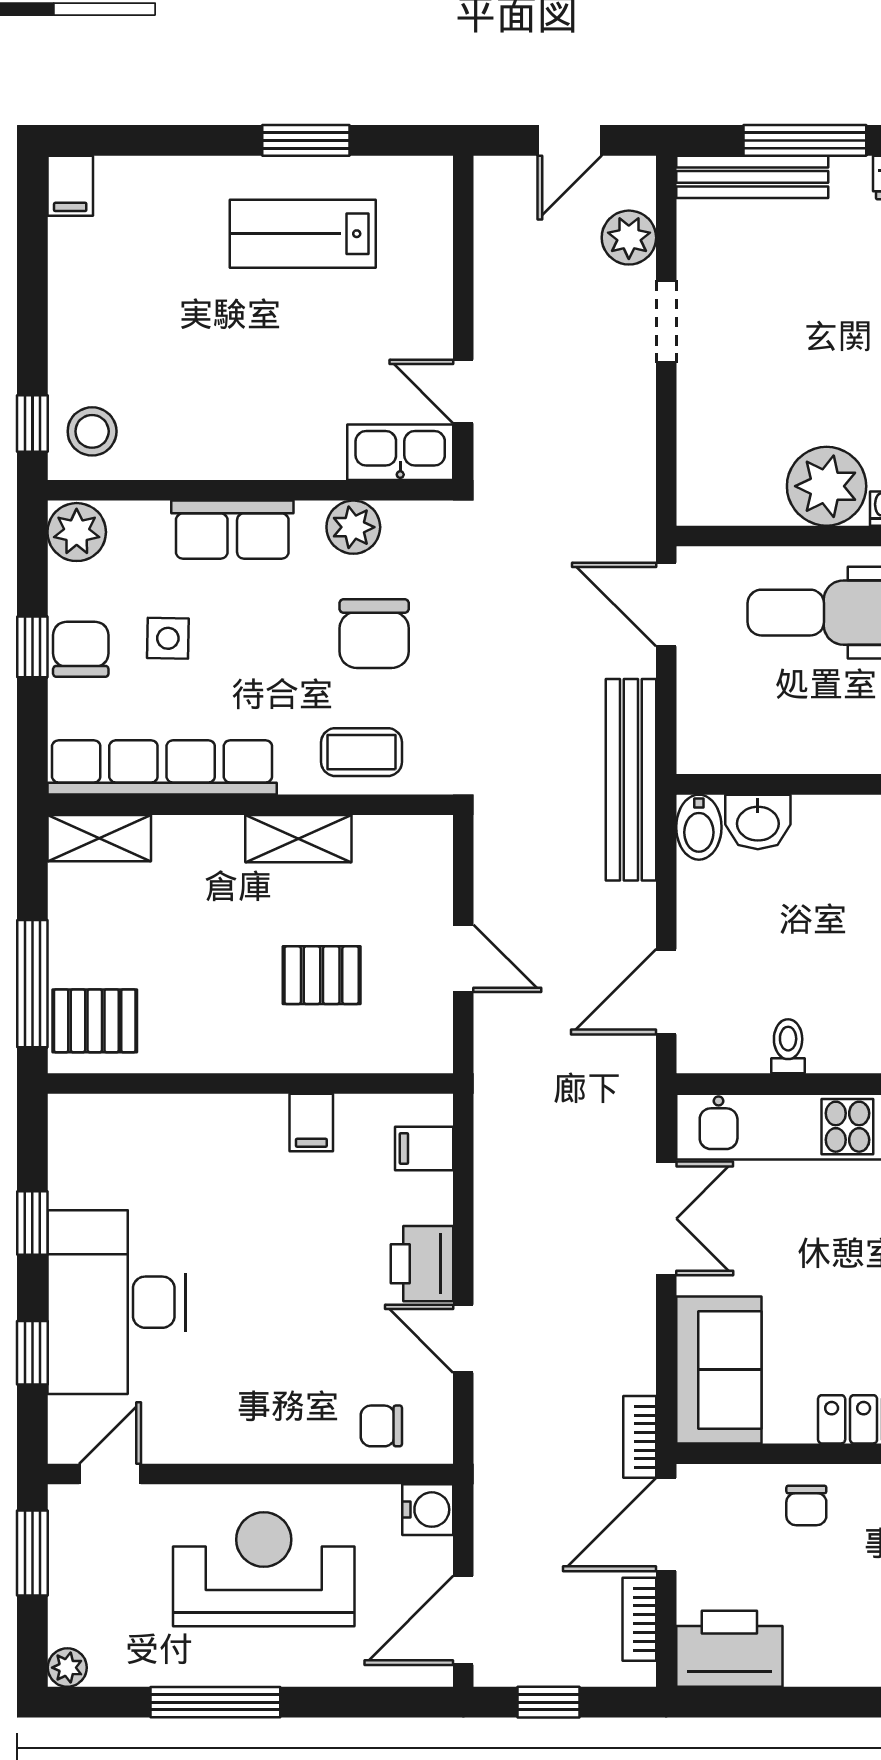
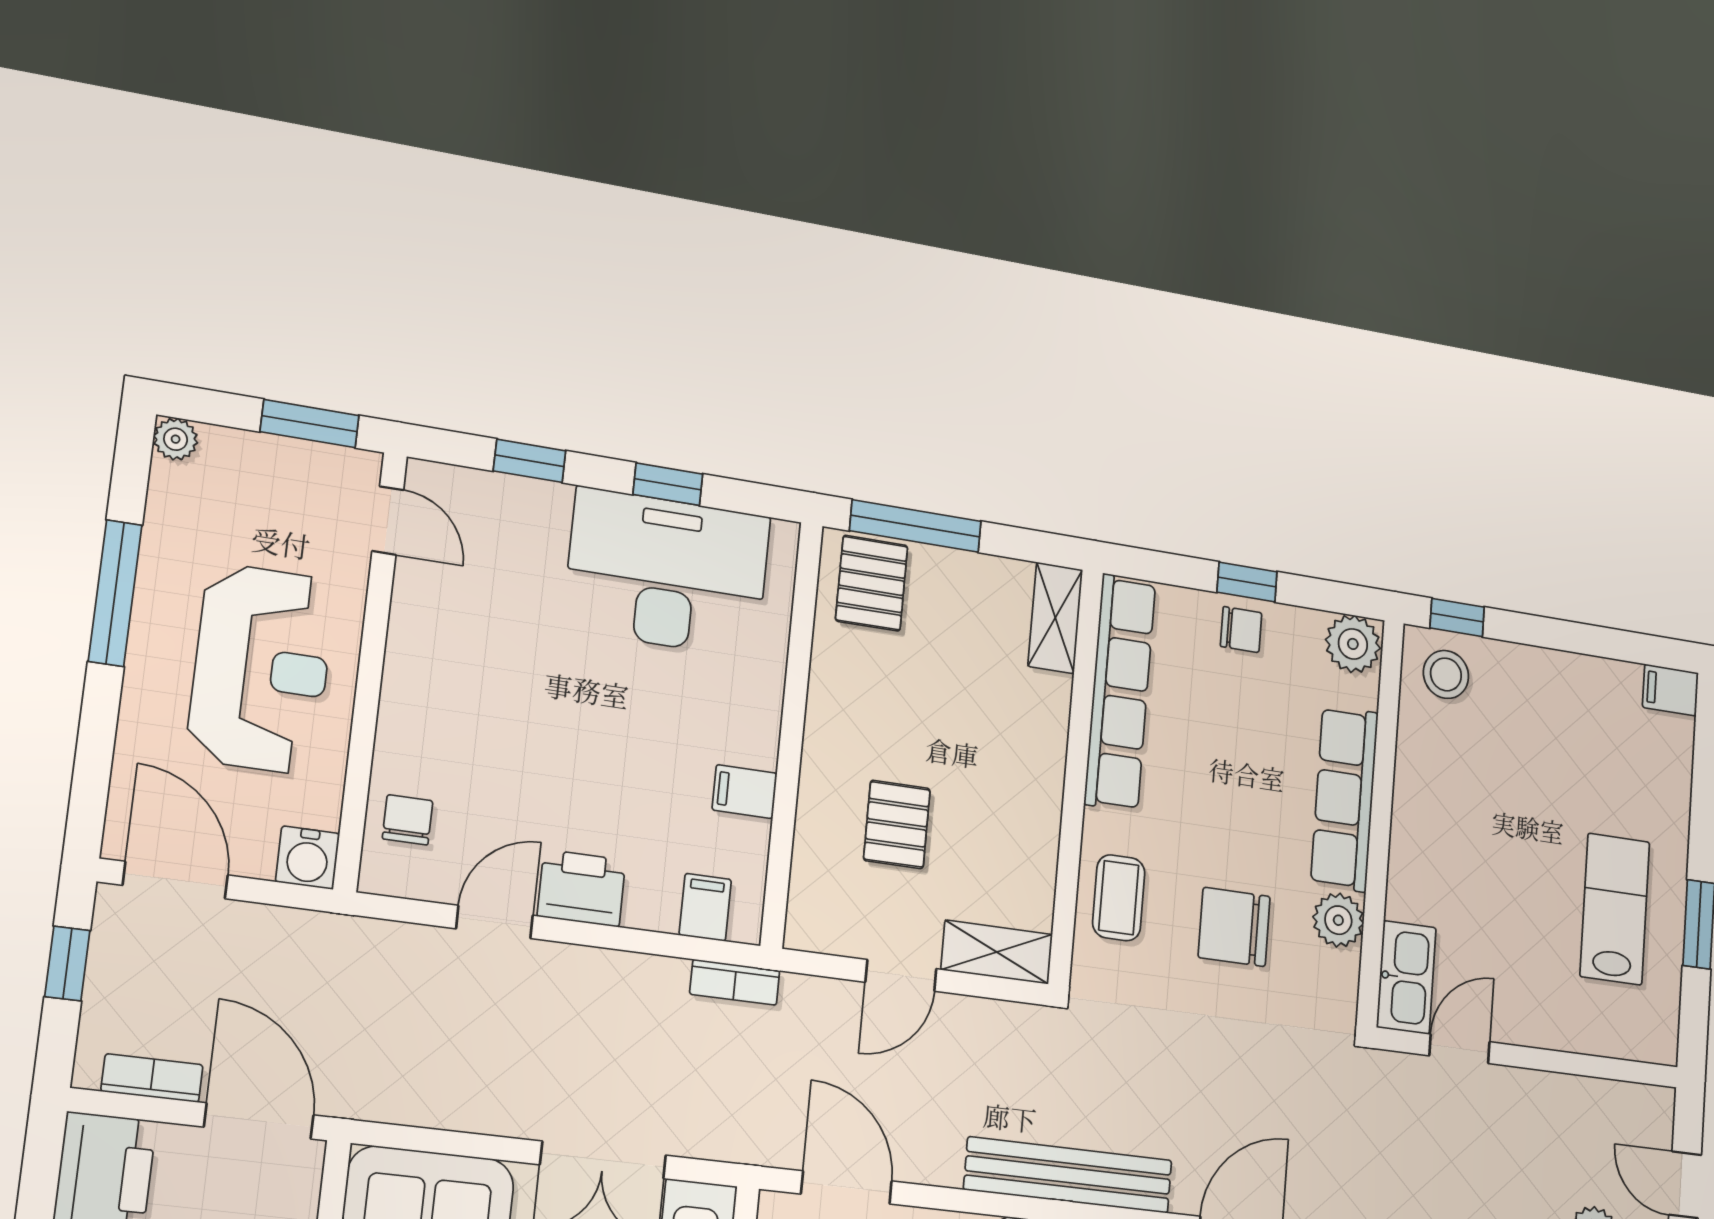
row of seats: (232, 530) -> (1344, 798), width x1.48
side table: (168, 638) -> (1245, 718), removed
chair: (81, 649) -> (1241, 630), width x0.73, depth x0.73
shelving: (298, 839) -> (997, 952), moved, turned 90
desk: (117, 1302) -> (667, 573), moved
bookcase: (640, 1437) -> (735, 982), moved, turned 180

